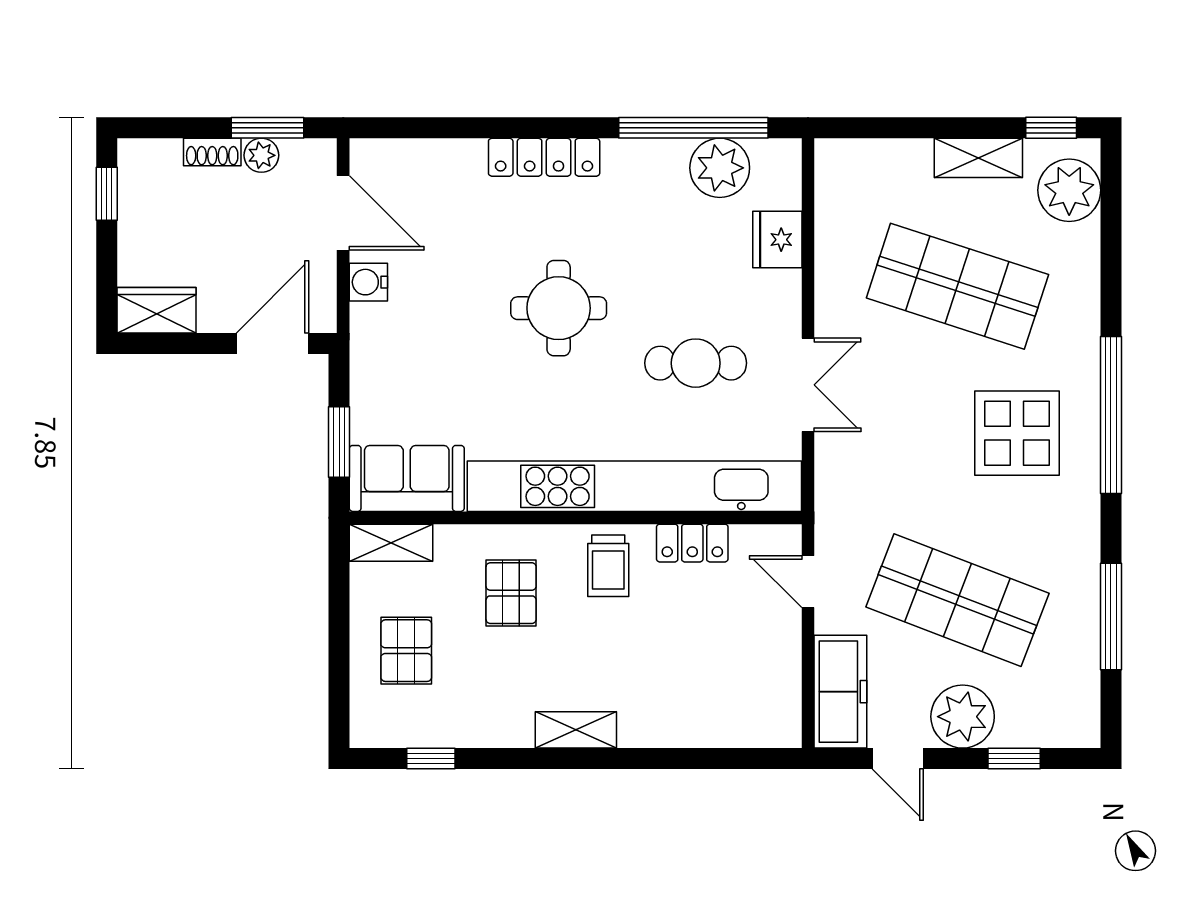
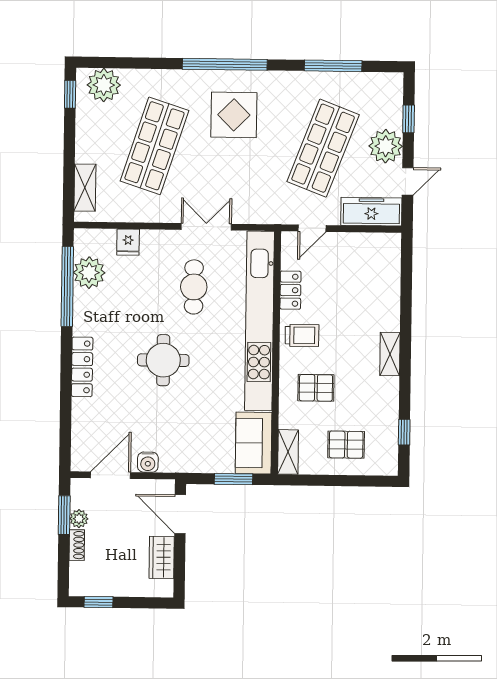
shelving: (978, 158) -> (85, 188), moved
fridge: (777, 240) -> (128, 242), width x0.72
wardrobe: (156, 310) -> (162, 557), moved

